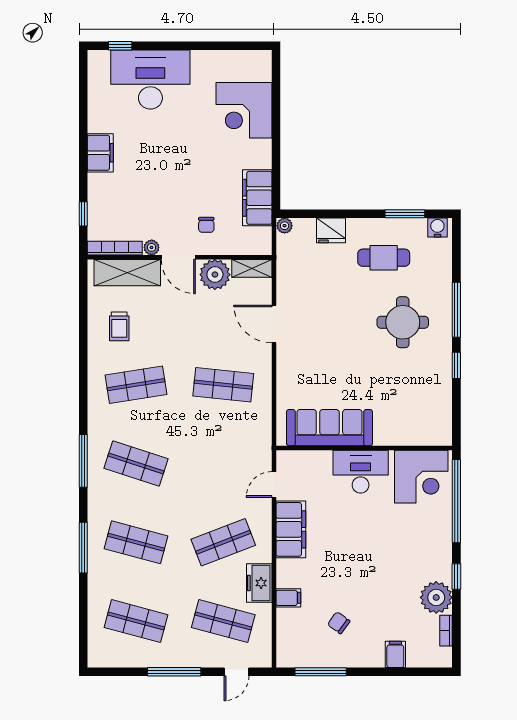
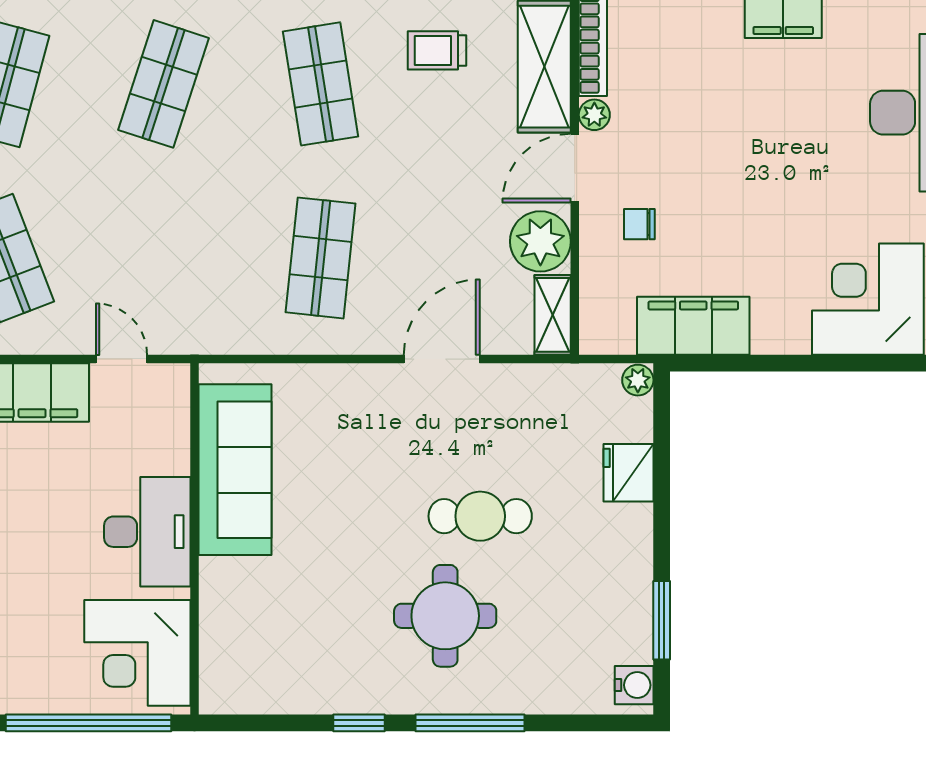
cafe table: (384, 258) -> (480, 516), moved, turned 90

